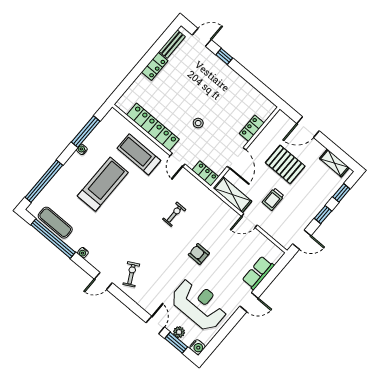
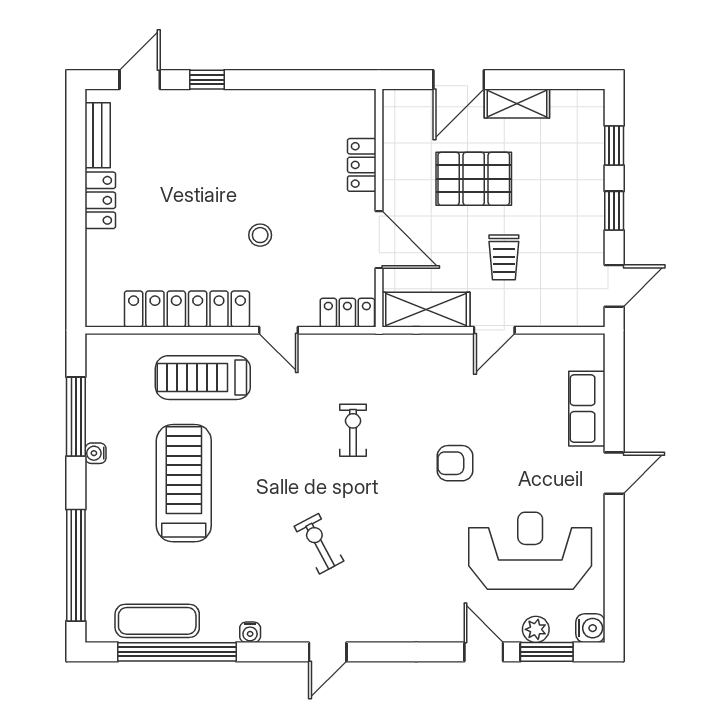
shelving: (334, 163) -> (517, 104), moved
exercise bike: (131, 274) -> (319, 544), moved

